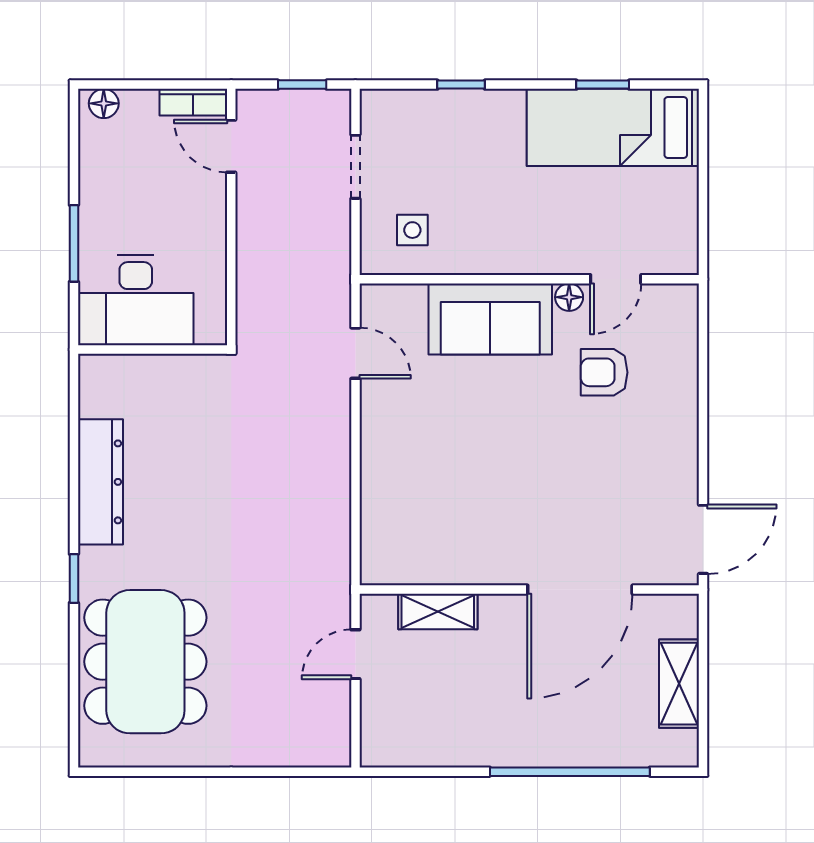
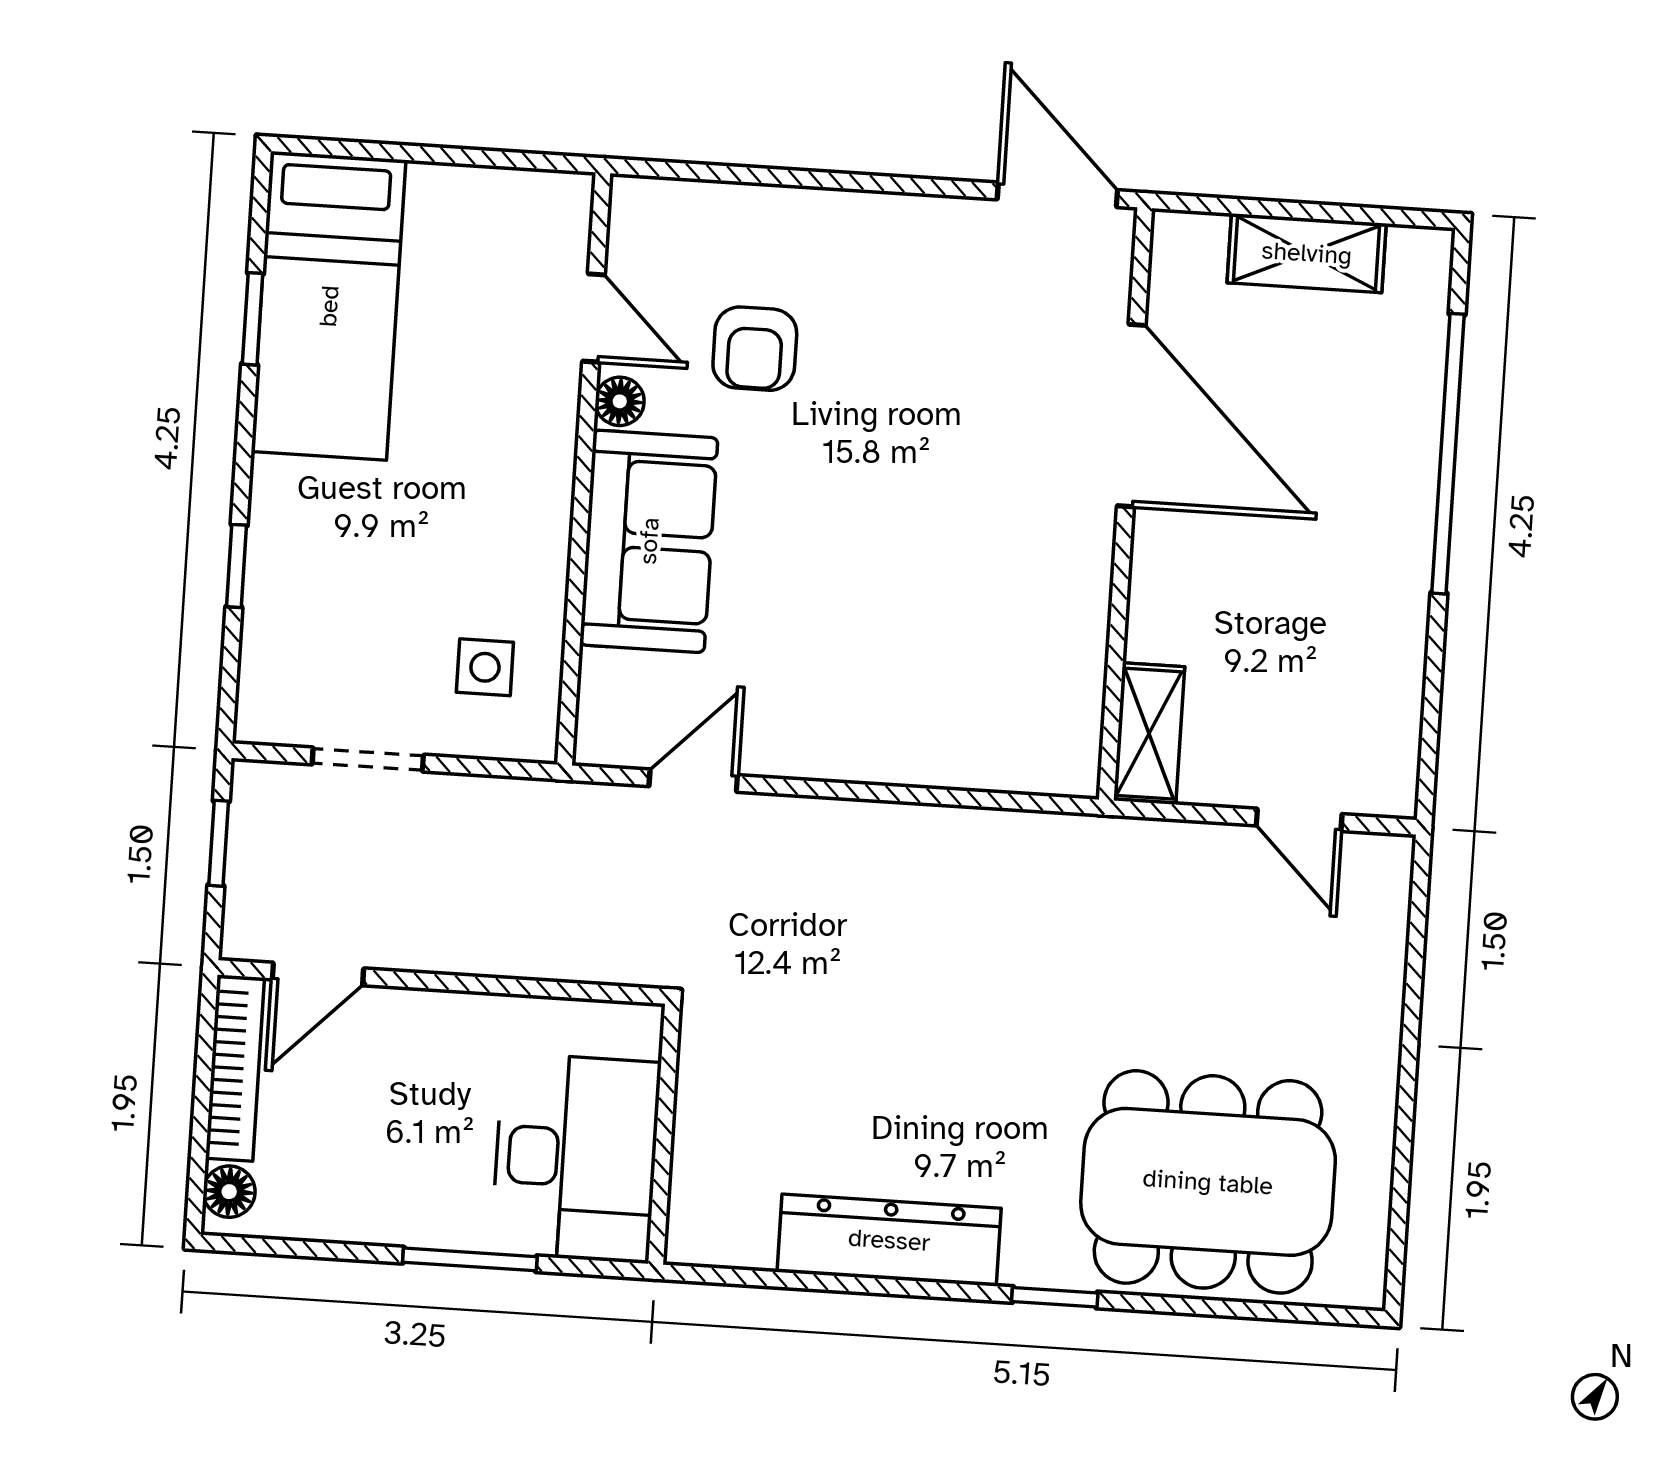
bookcase: (193, 102) -> (235, 1068), width x1.56
shelving: (438, 612) -> (1149, 734), moved
door: (355, 654) -> (1299, 820), moved

